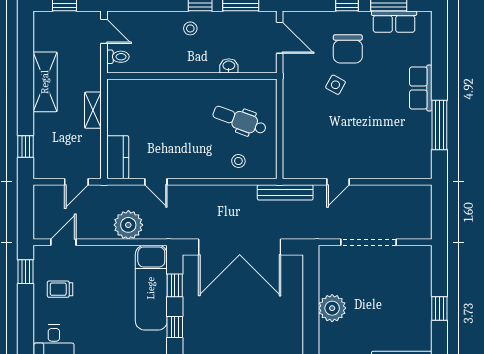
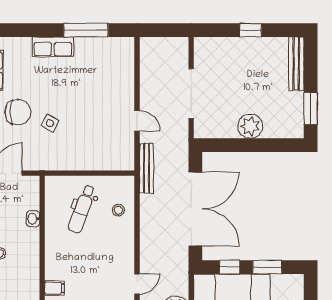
filing cabinet: (151, 90) -> (54, 288), added
window: (175, 327) -> (267, 267), width x1.50

